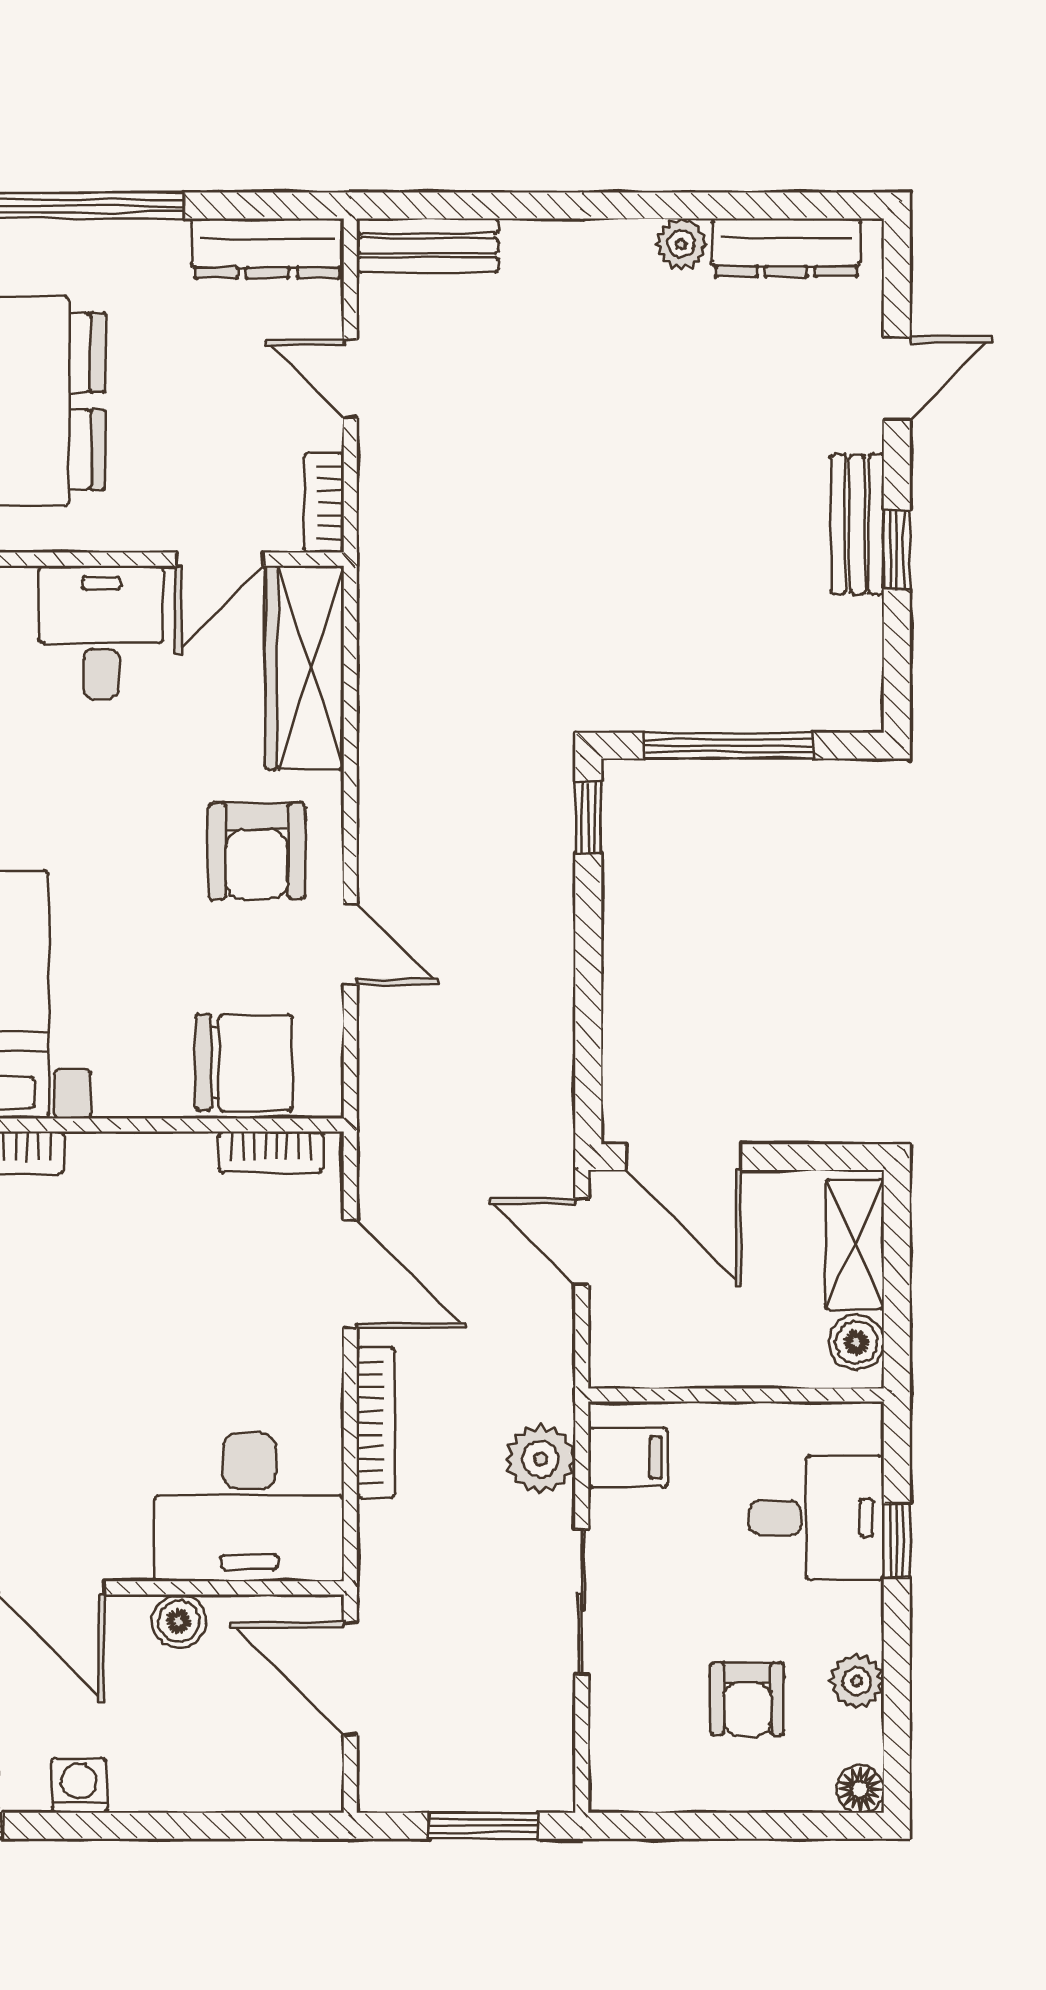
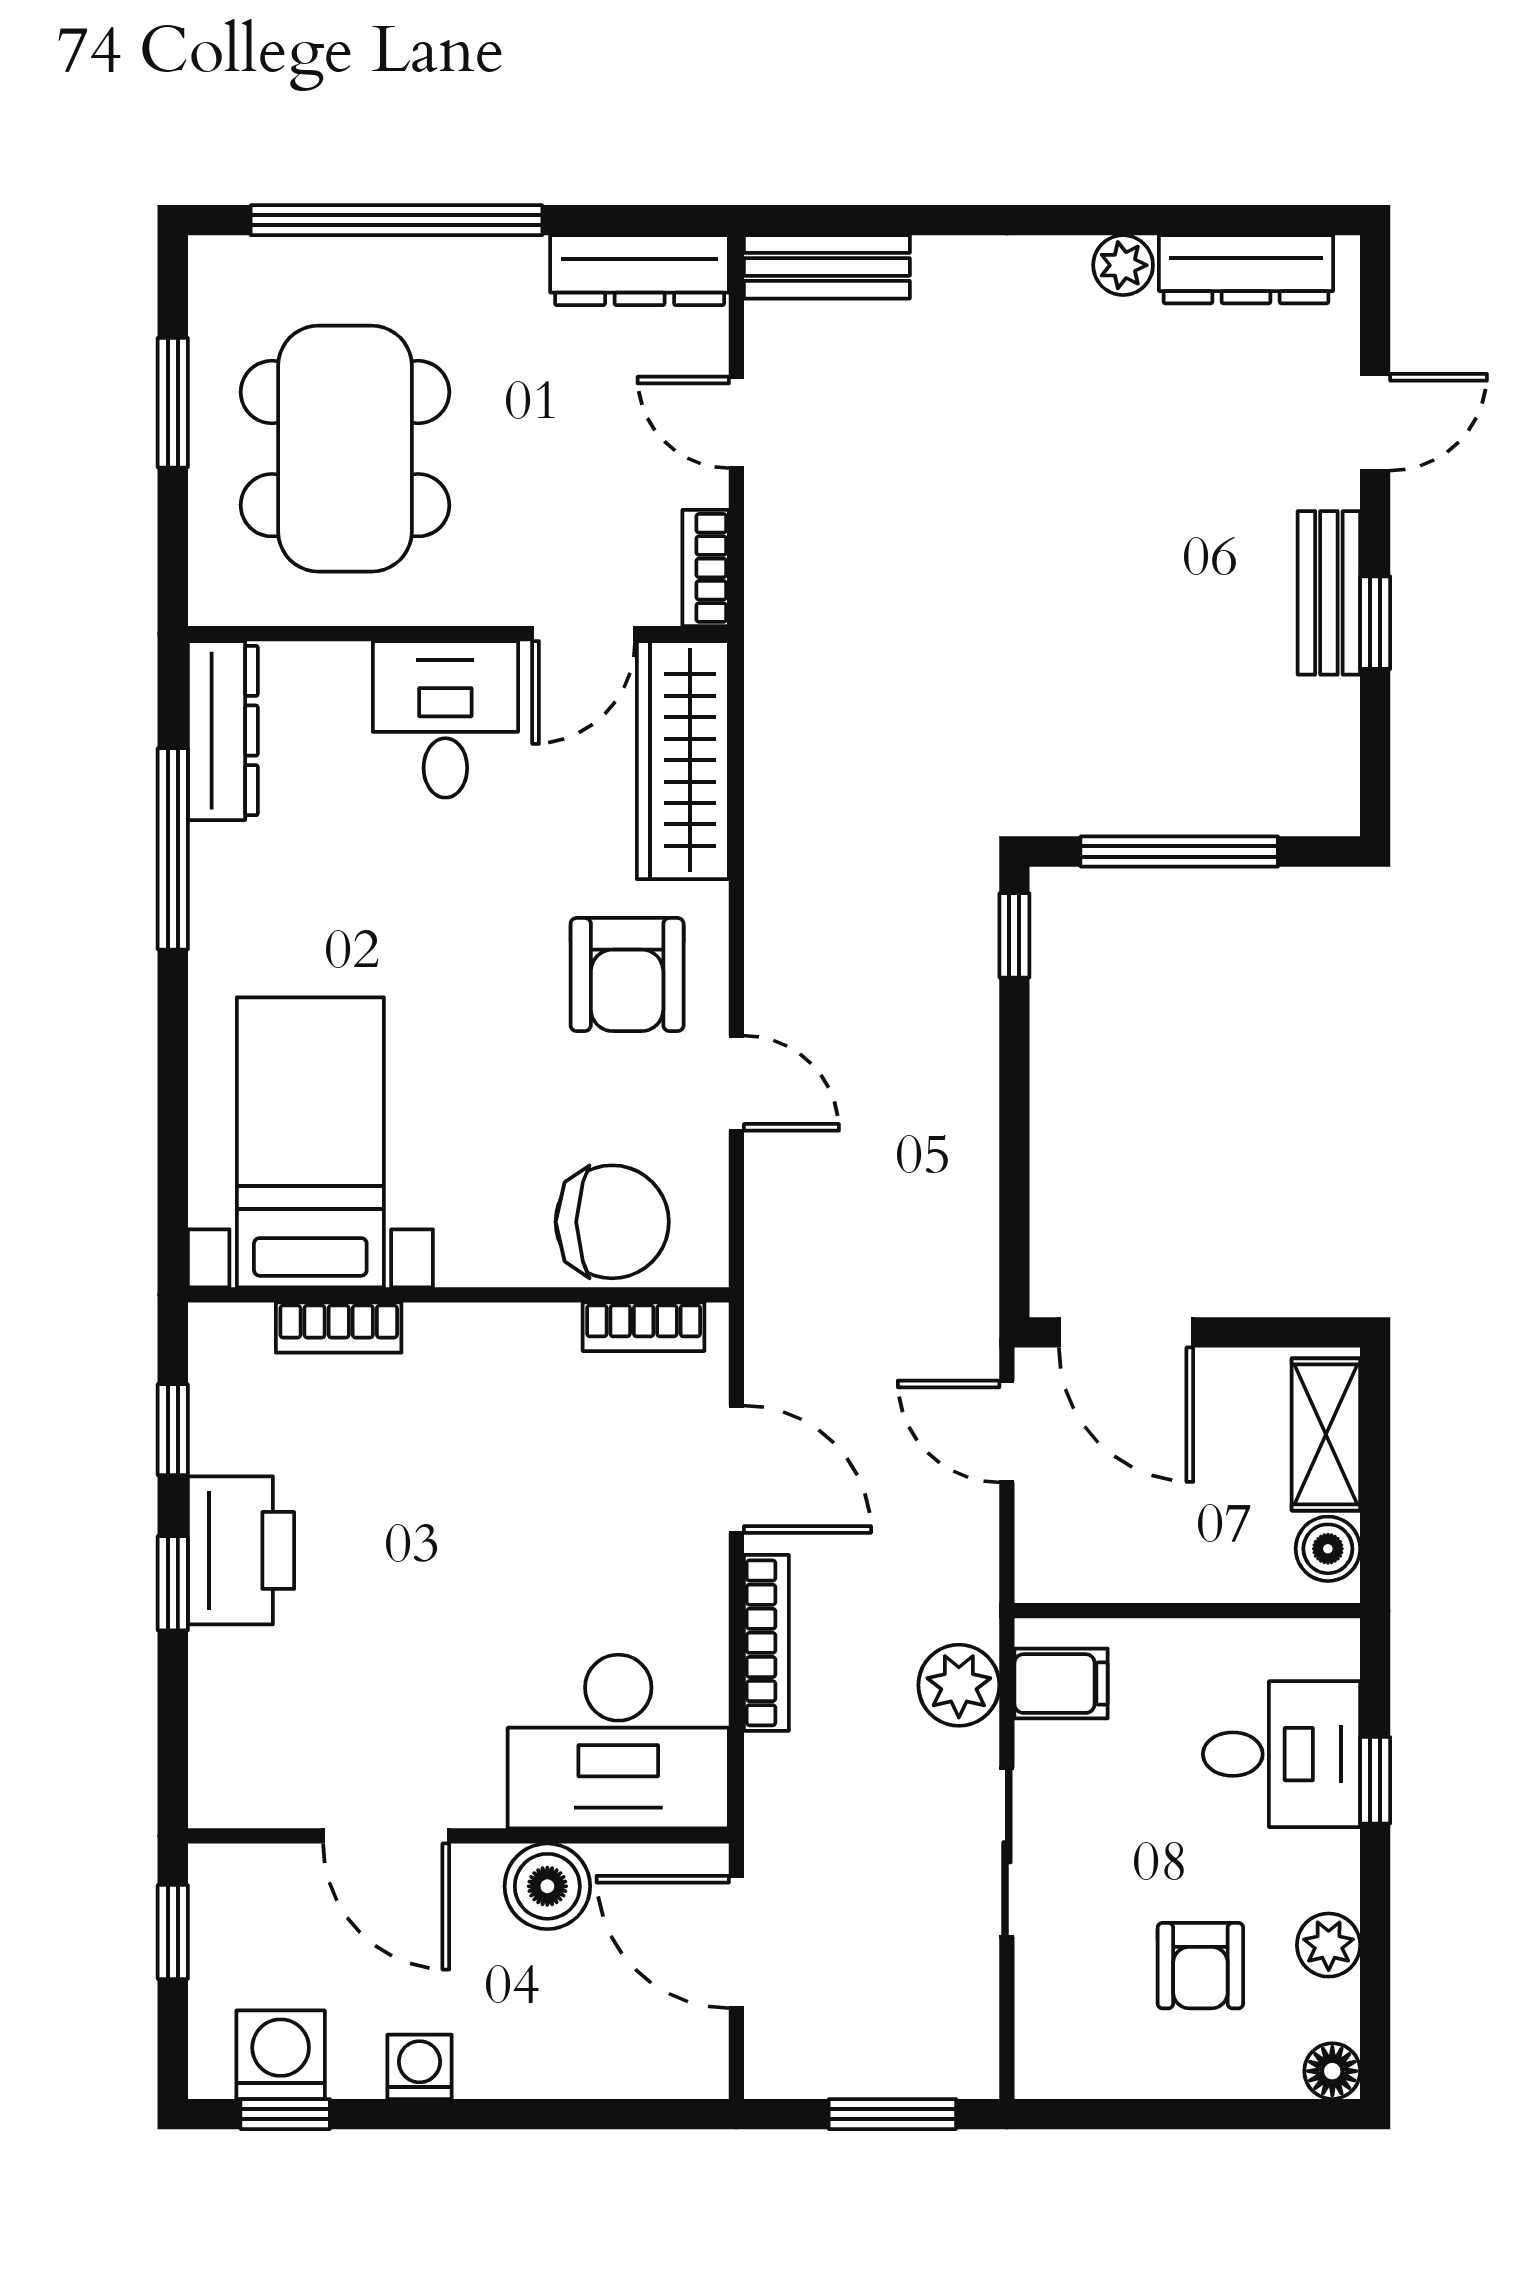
boiler: (179, 1621) -> (547, 1886), width x1.36, depth x1.36

